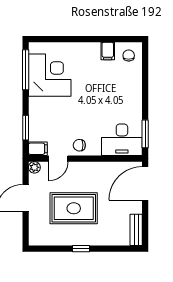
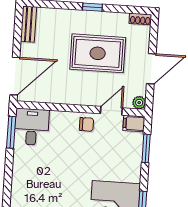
desk: (122, 140) -> (32, 127), width x0.73
shoe rack: (38, 241) -> (140, 19), added

